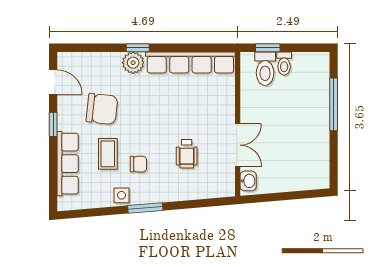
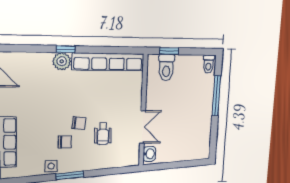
toilet: (284, 63) -> (209, 64), moved
chair: (102, 109) -> (79, 123), moved, width x0.54, depth x0.54
coffee table: (108, 154) -> (40, 134), removed

